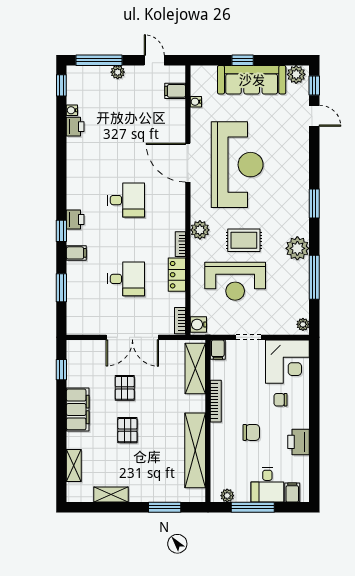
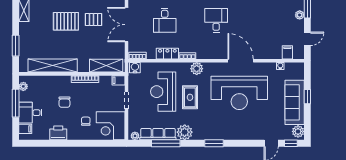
door: (188, 163) -> (241, 61), hinge flipped
desk: (126, 200) -> (216, 20), turned 180
row of seats: (300, 289) -> (158, 134), added
pallet: (127, 430) -> (66, 21), width x1.50, depth x1.42

